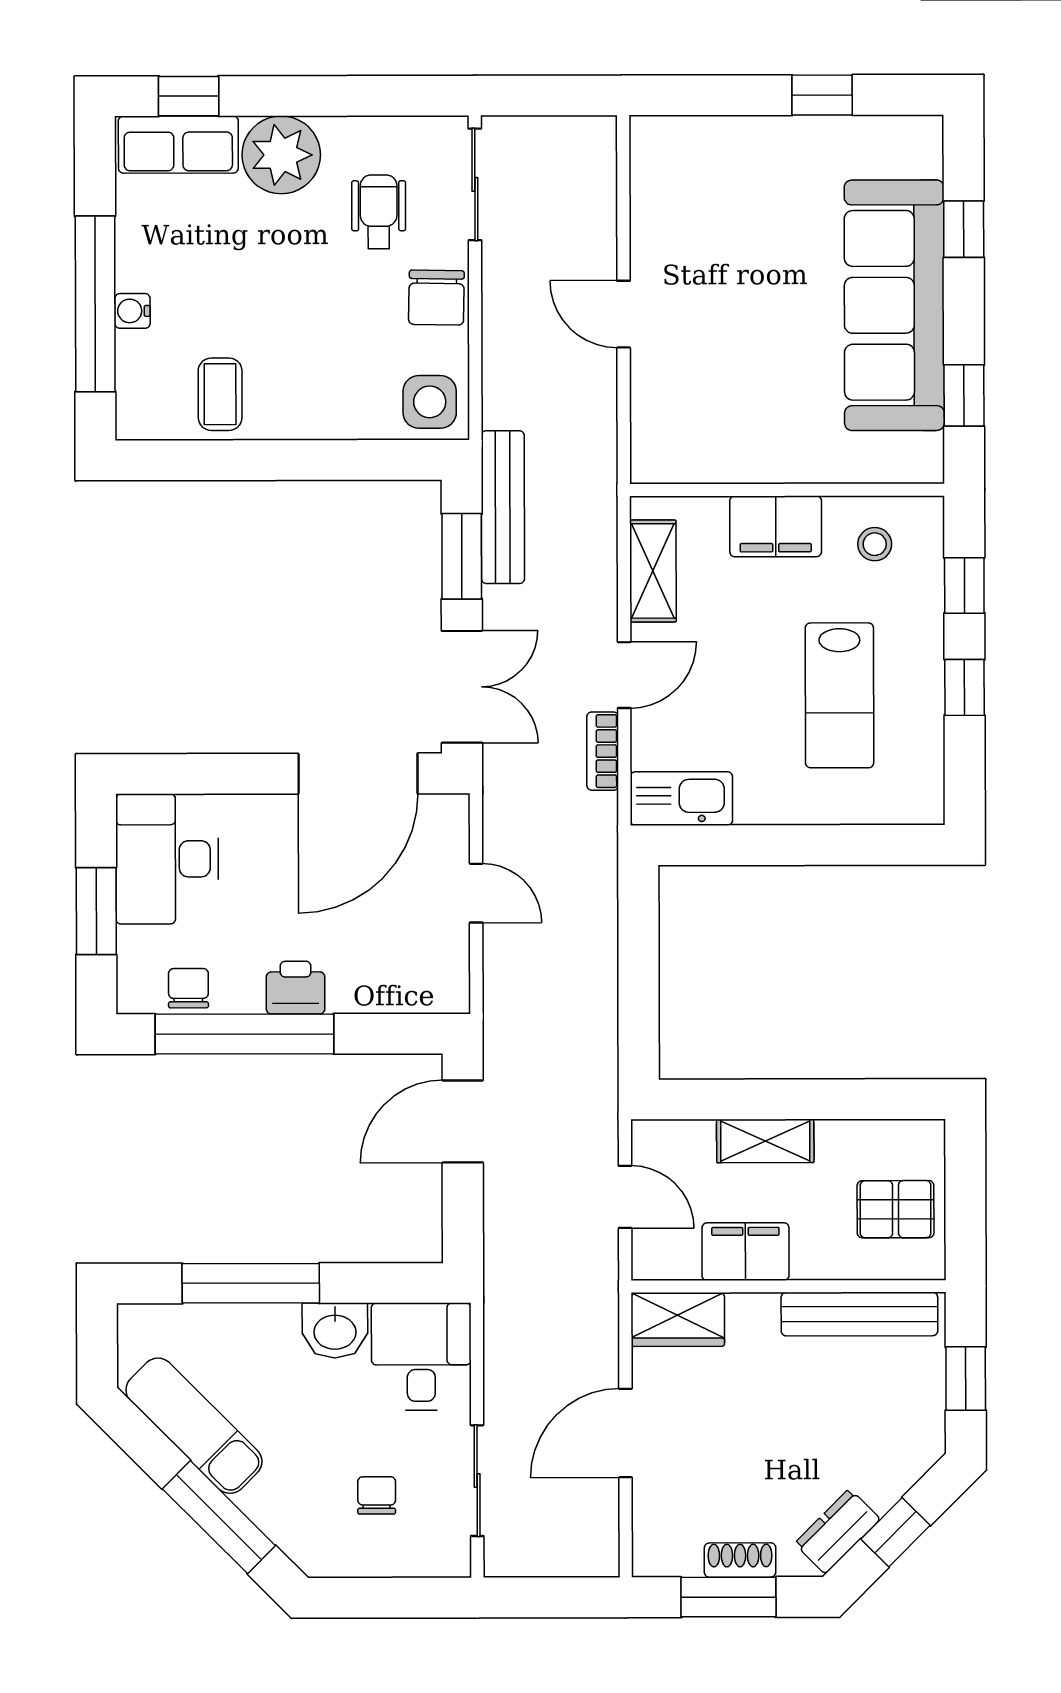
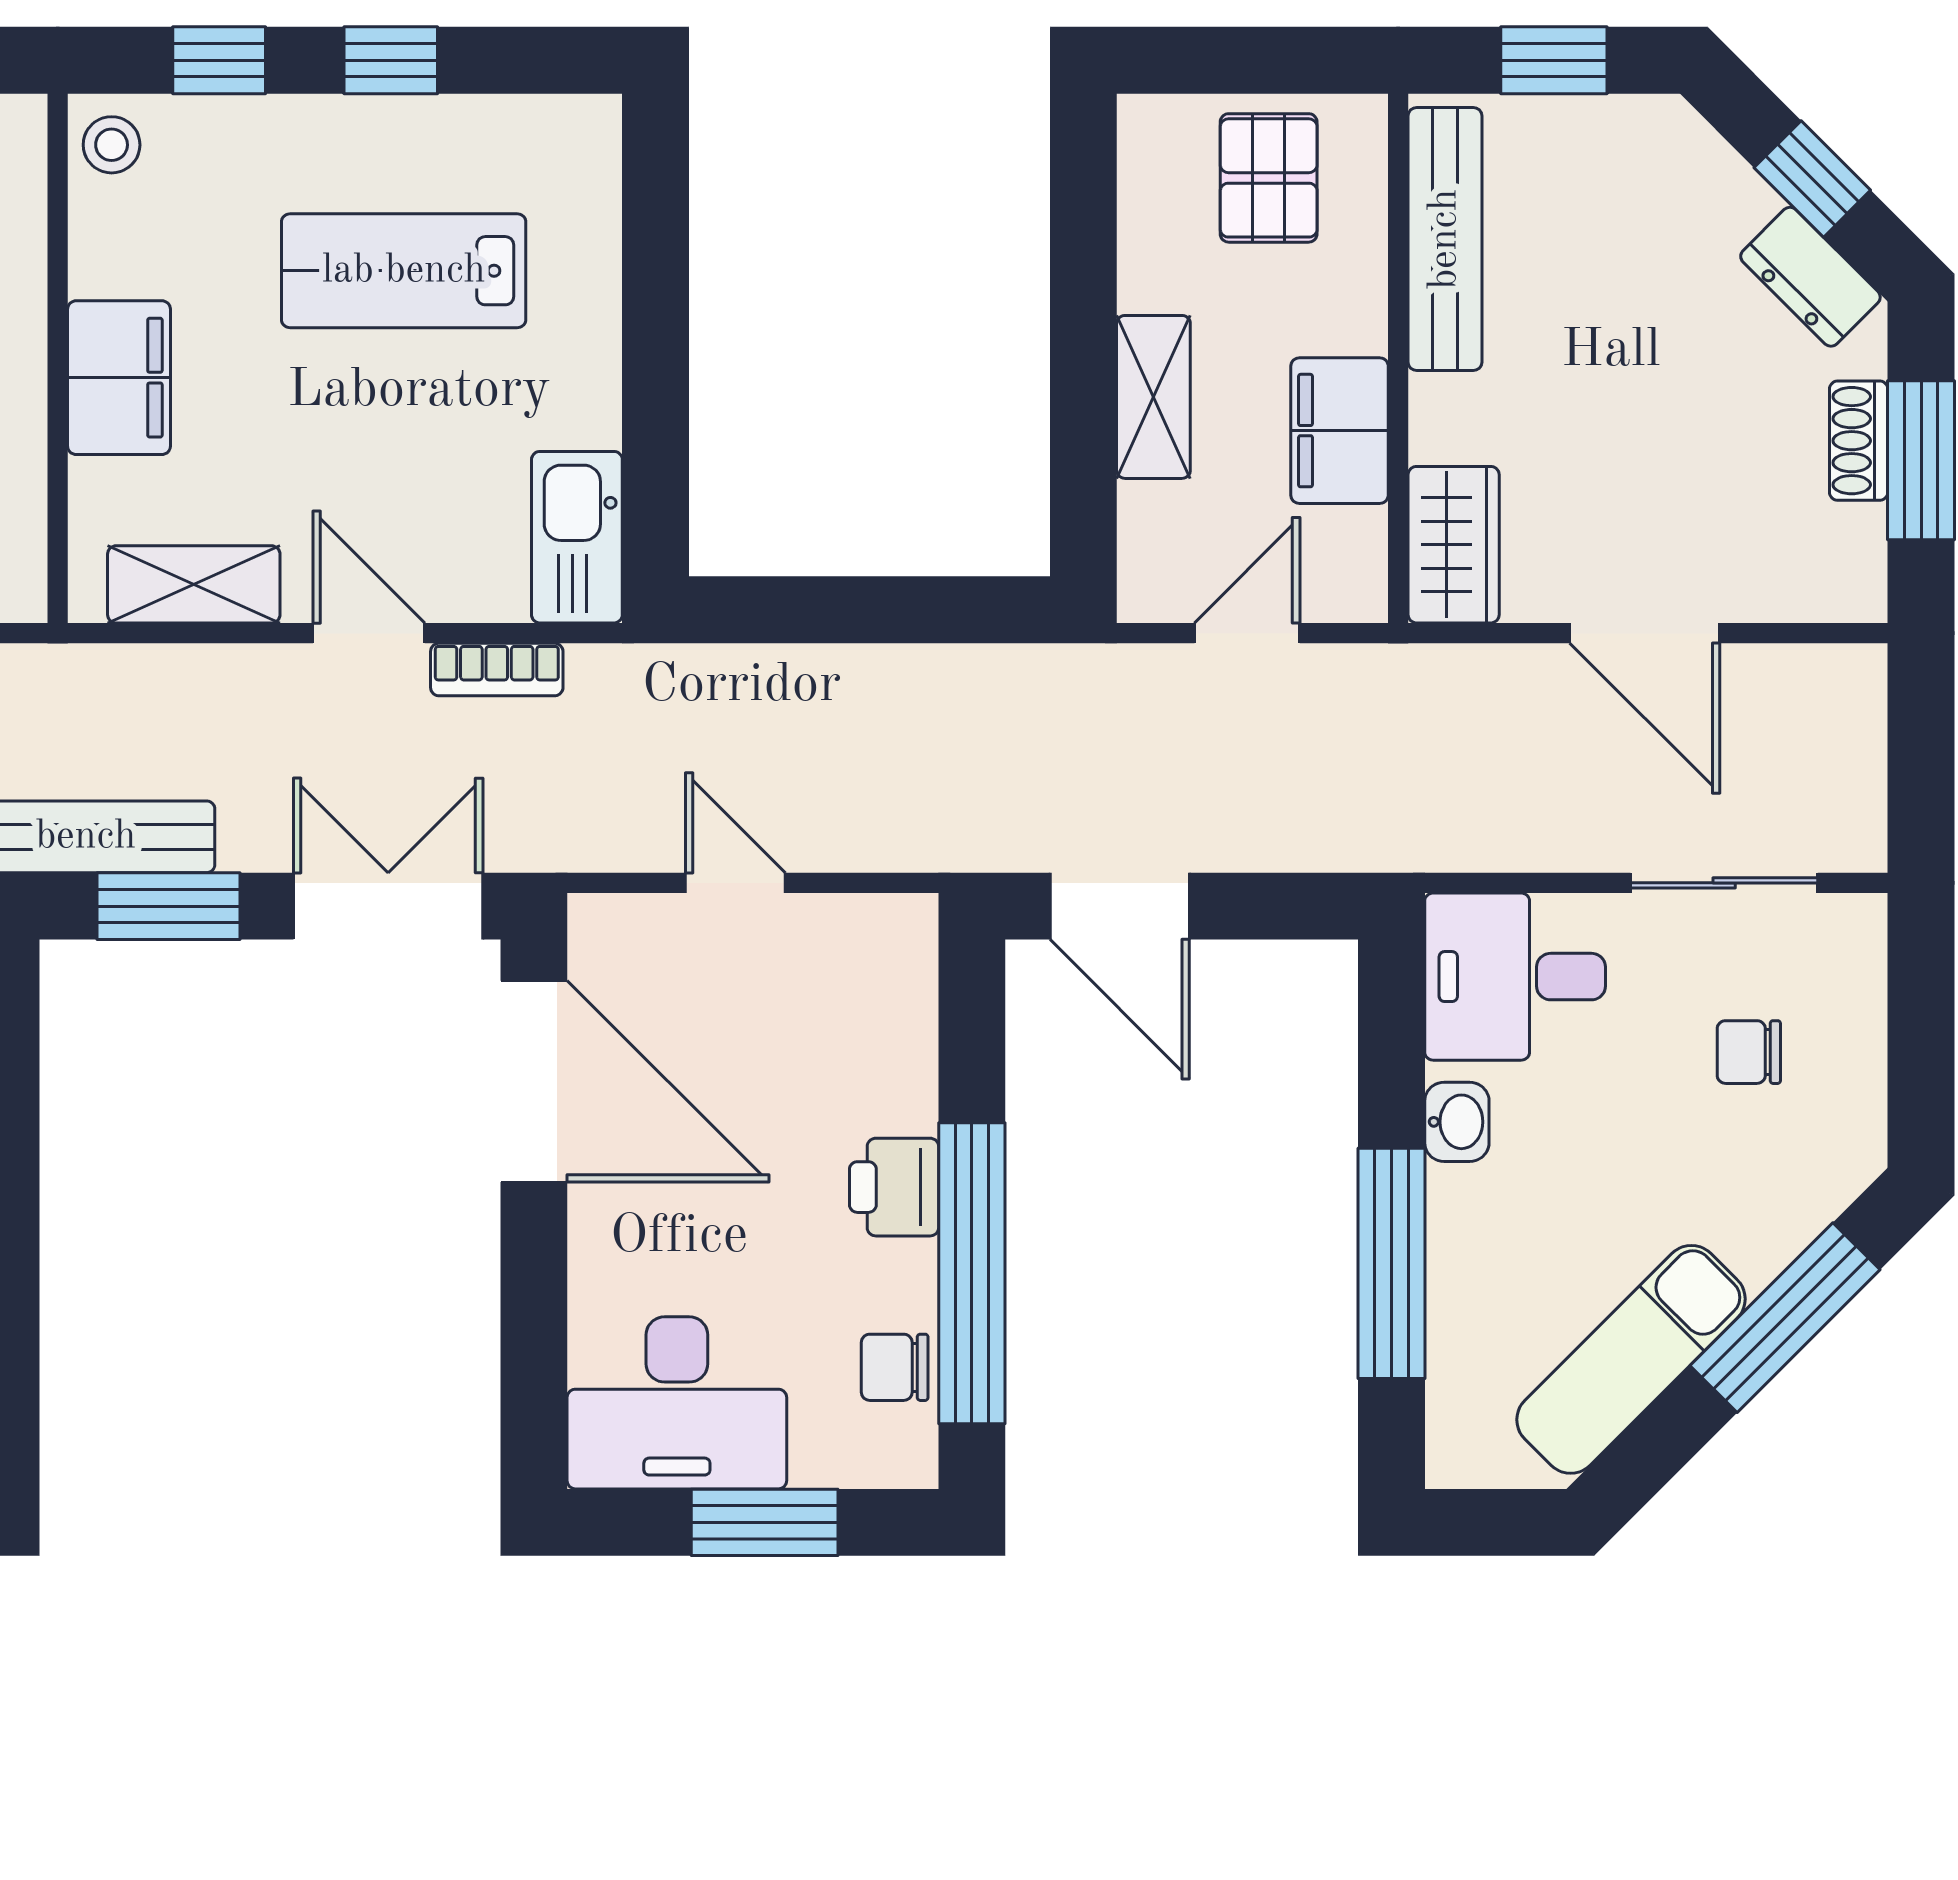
stool: (875, 544) -> (112, 145), moved
lab bench: (839, 695) -> (404, 271), turned 180
door: (476, 893) -> (735, 883), hinge flipped
washbasin: (335, 1331) -> (1457, 1122), width x0.72, depth x0.69

